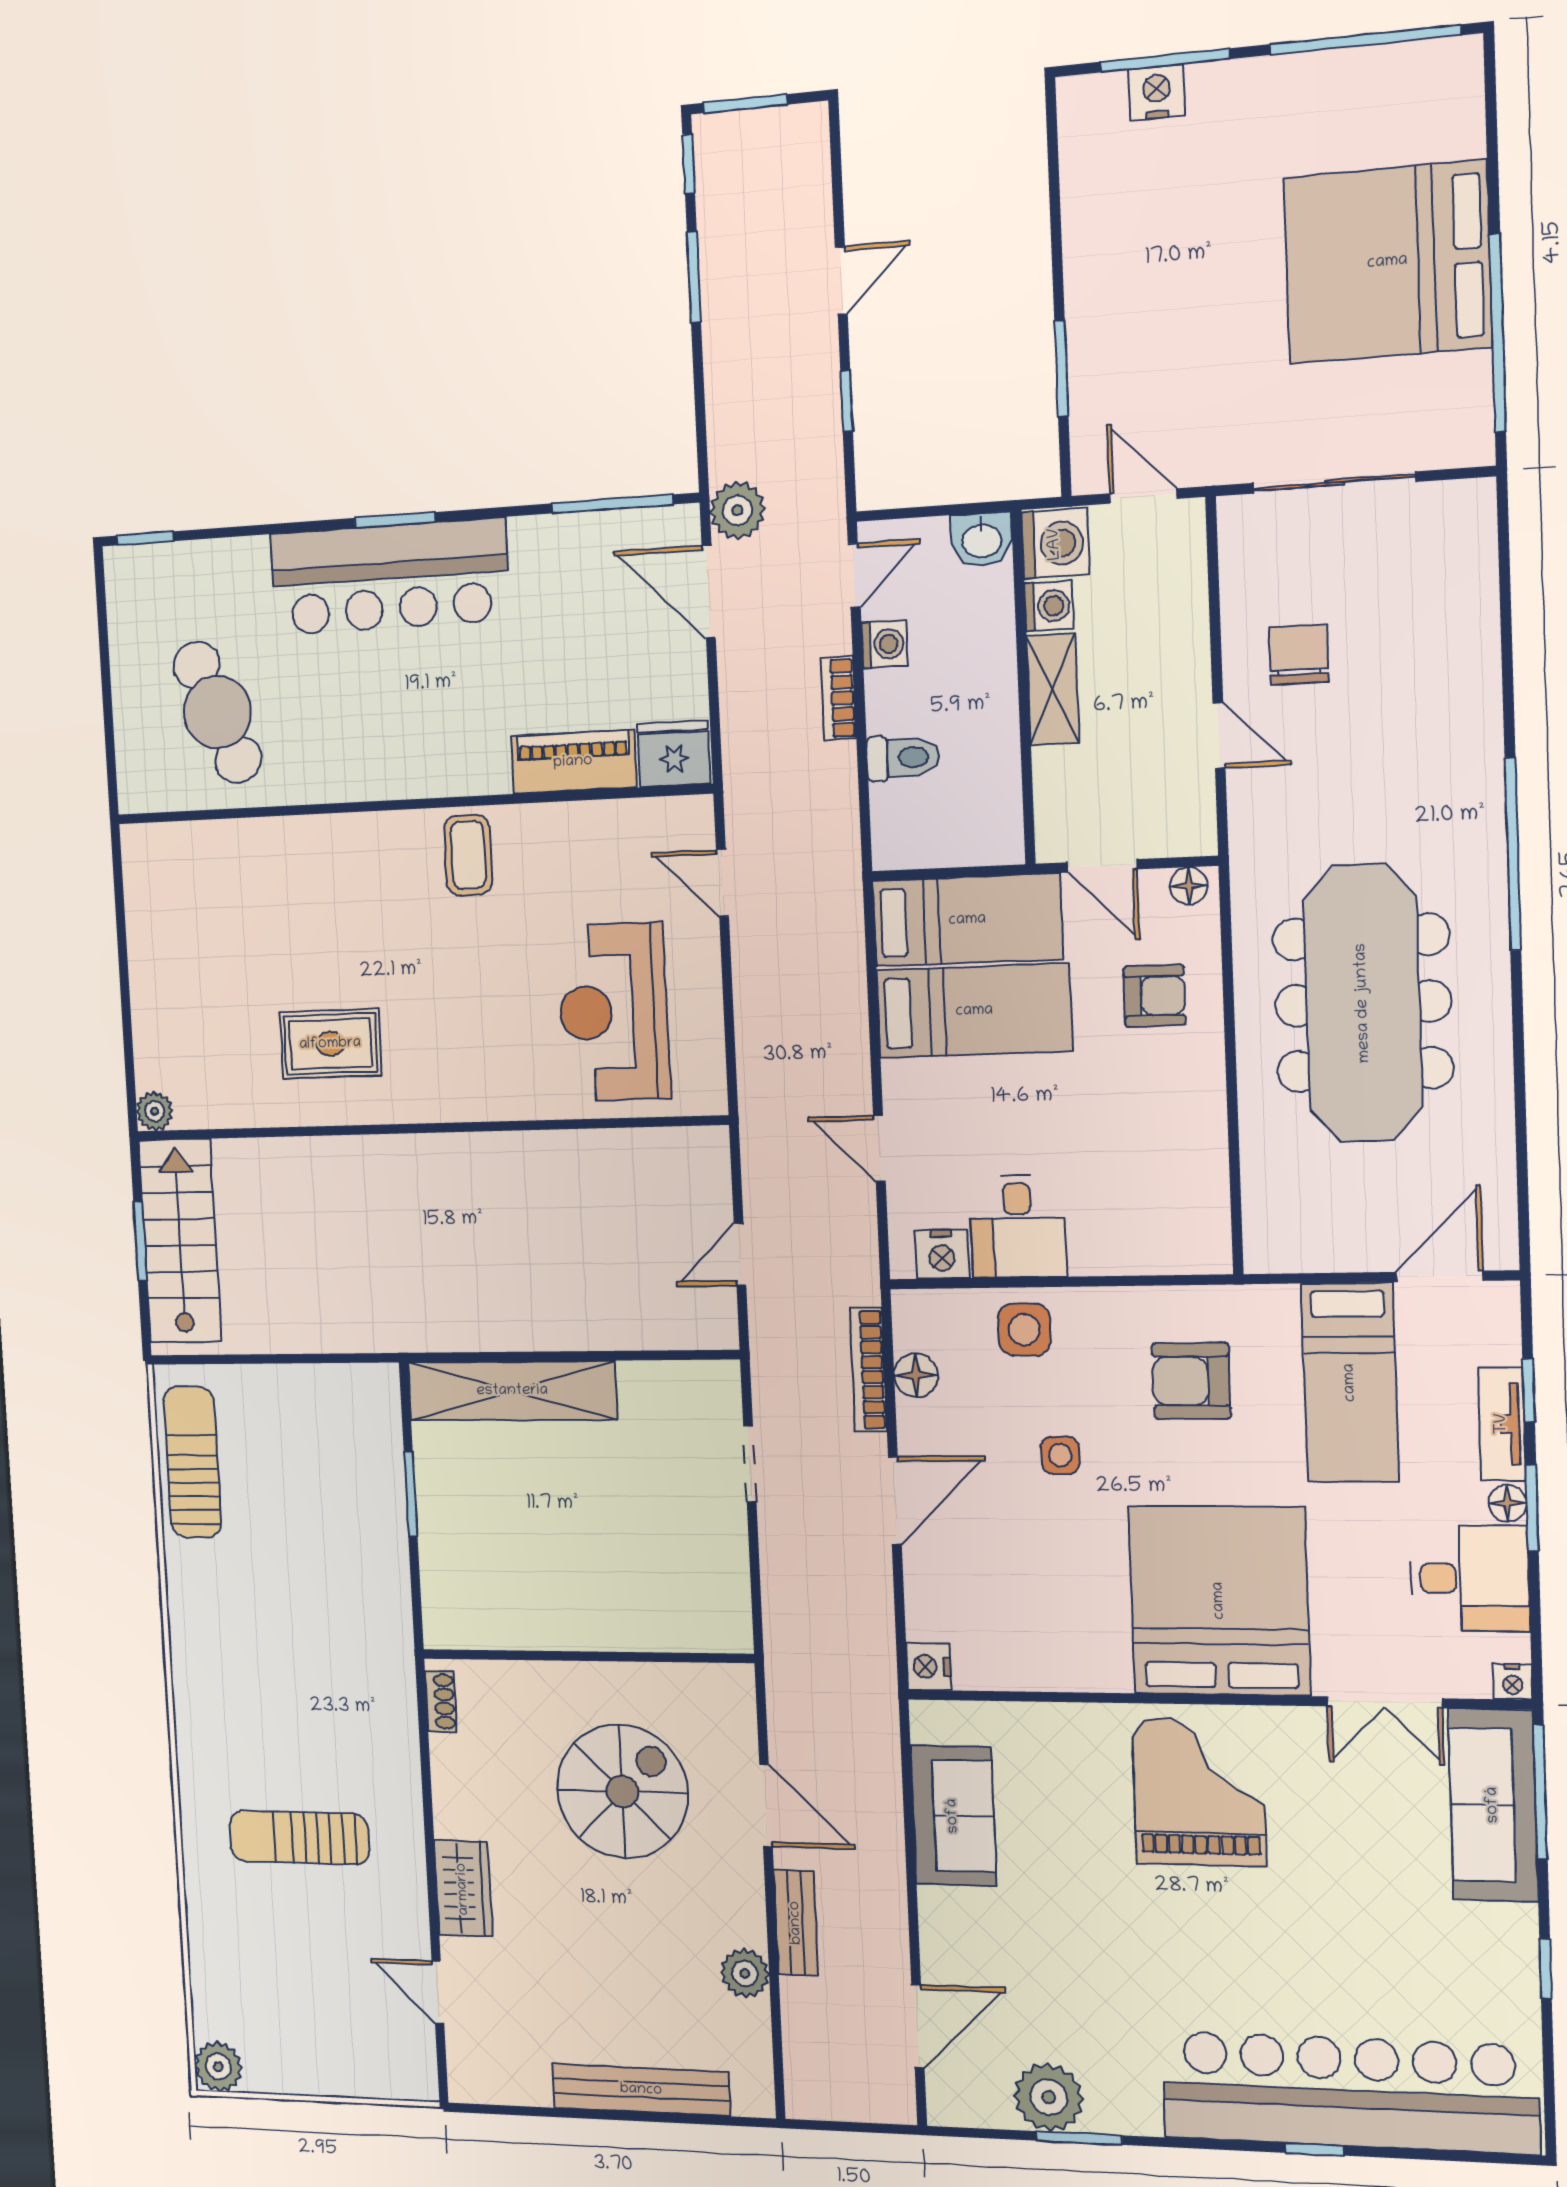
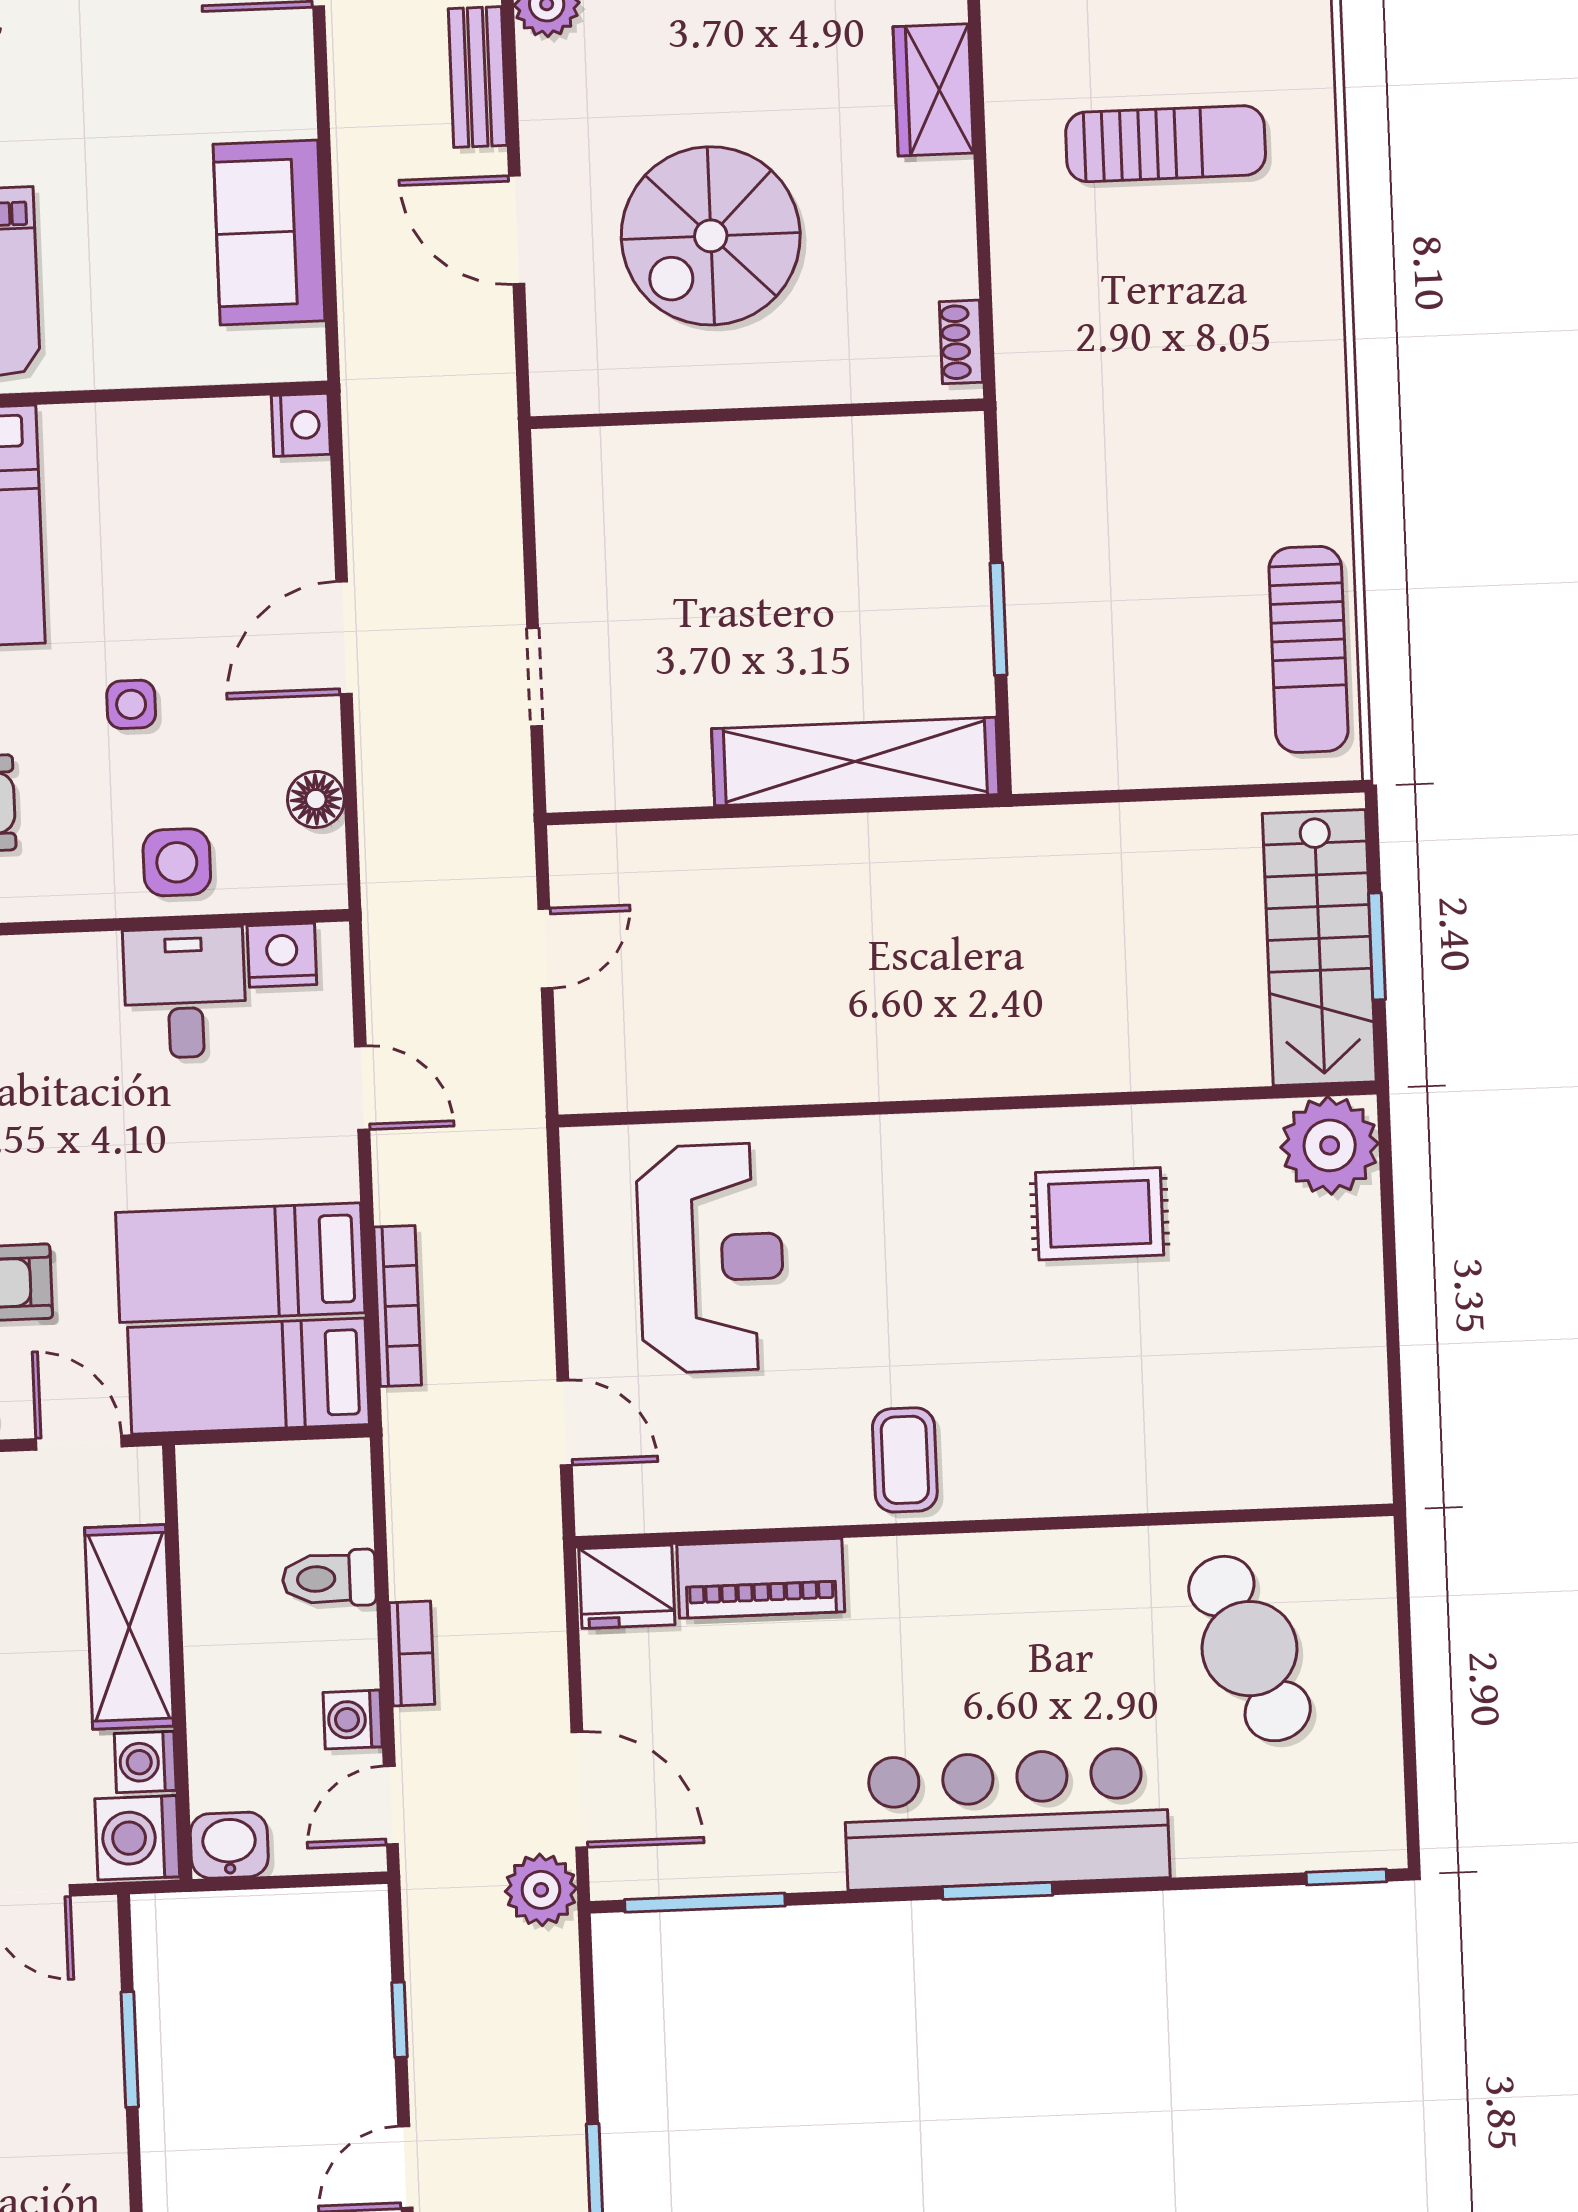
shelving: (1053, 689) -> (129, 1627), width x1.50, depth x1.33
plant: (155, 1111) -> (1330, 1145), width x1.87, depth x1.87
bookcase: (869, 1370) -> (398, 1306), moved

